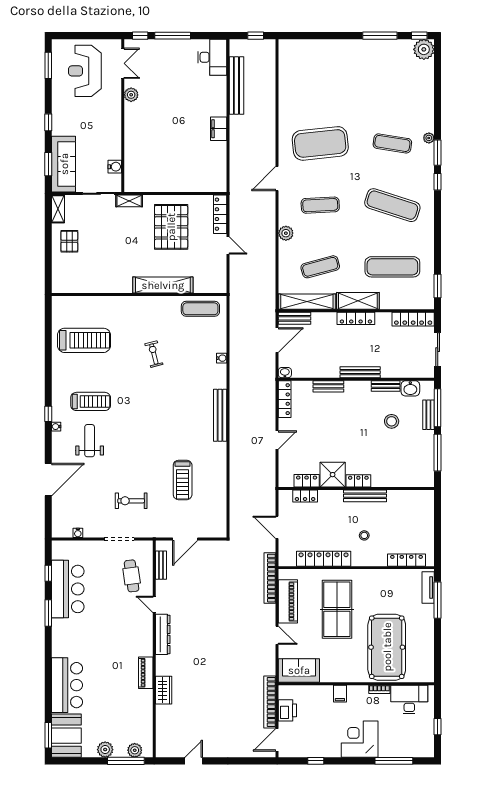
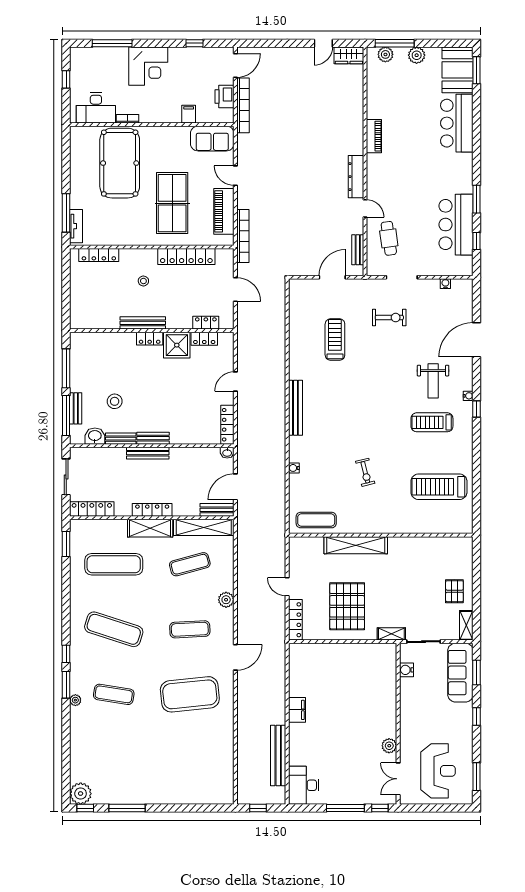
bench: (328, 386) -> (153, 438), moved
wardrobe: (164, 690) -> (349, 55), moved, turned -90
filing cabinet: (340, 694) -> (189, 114), moved

